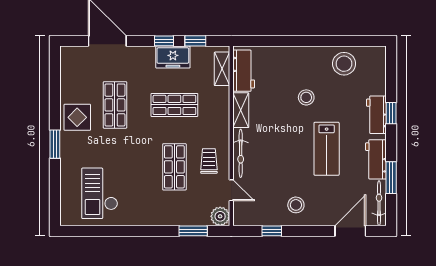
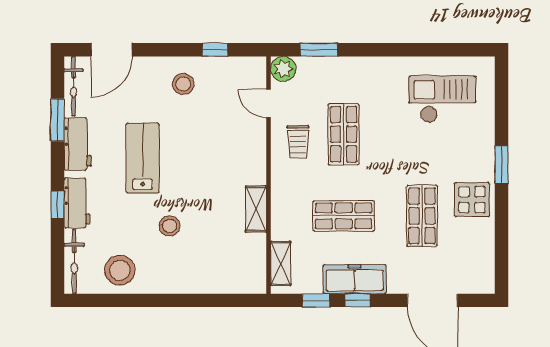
freezer: (173, 57) -> (355, 279), width x1.40
workbench: (244, 71) -> (252, 261), removed
bicycle: (241, 153) -> (74, 262), moved, turned 180
checkout: (100, 193) -> (442, 99), turned -90

